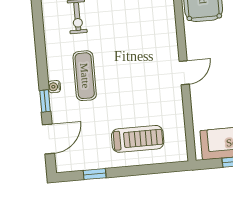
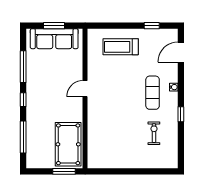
window: (45, 101) -> (181, 114), moved

